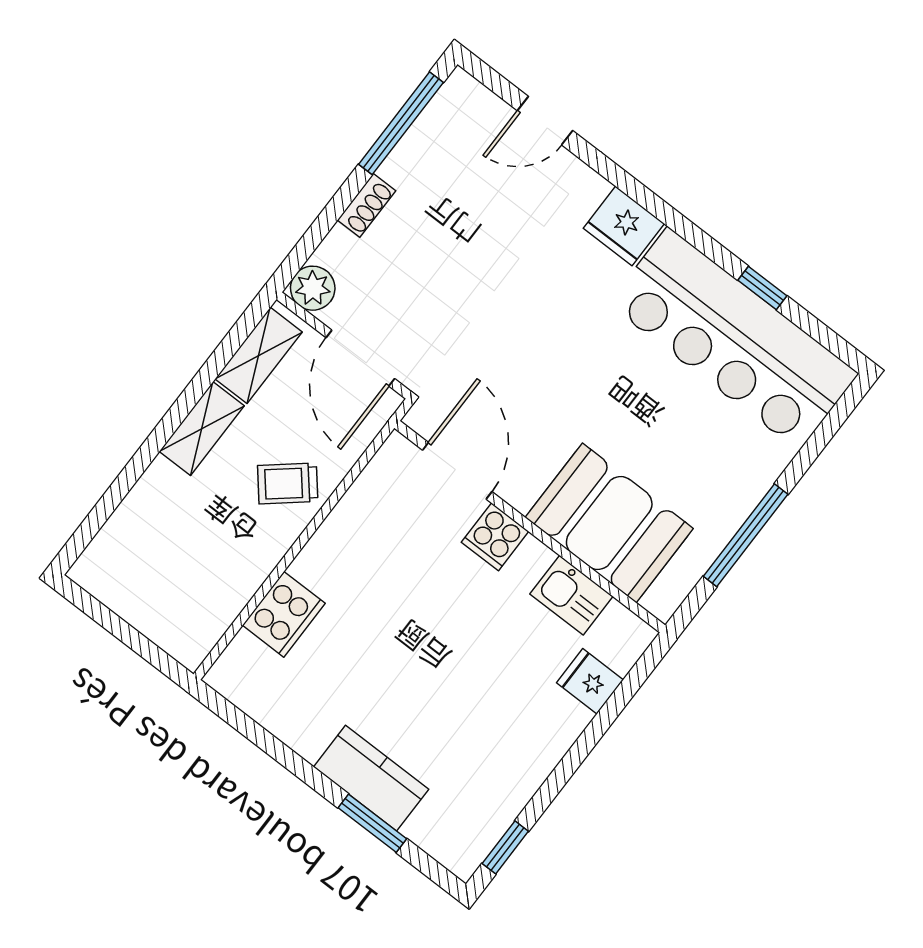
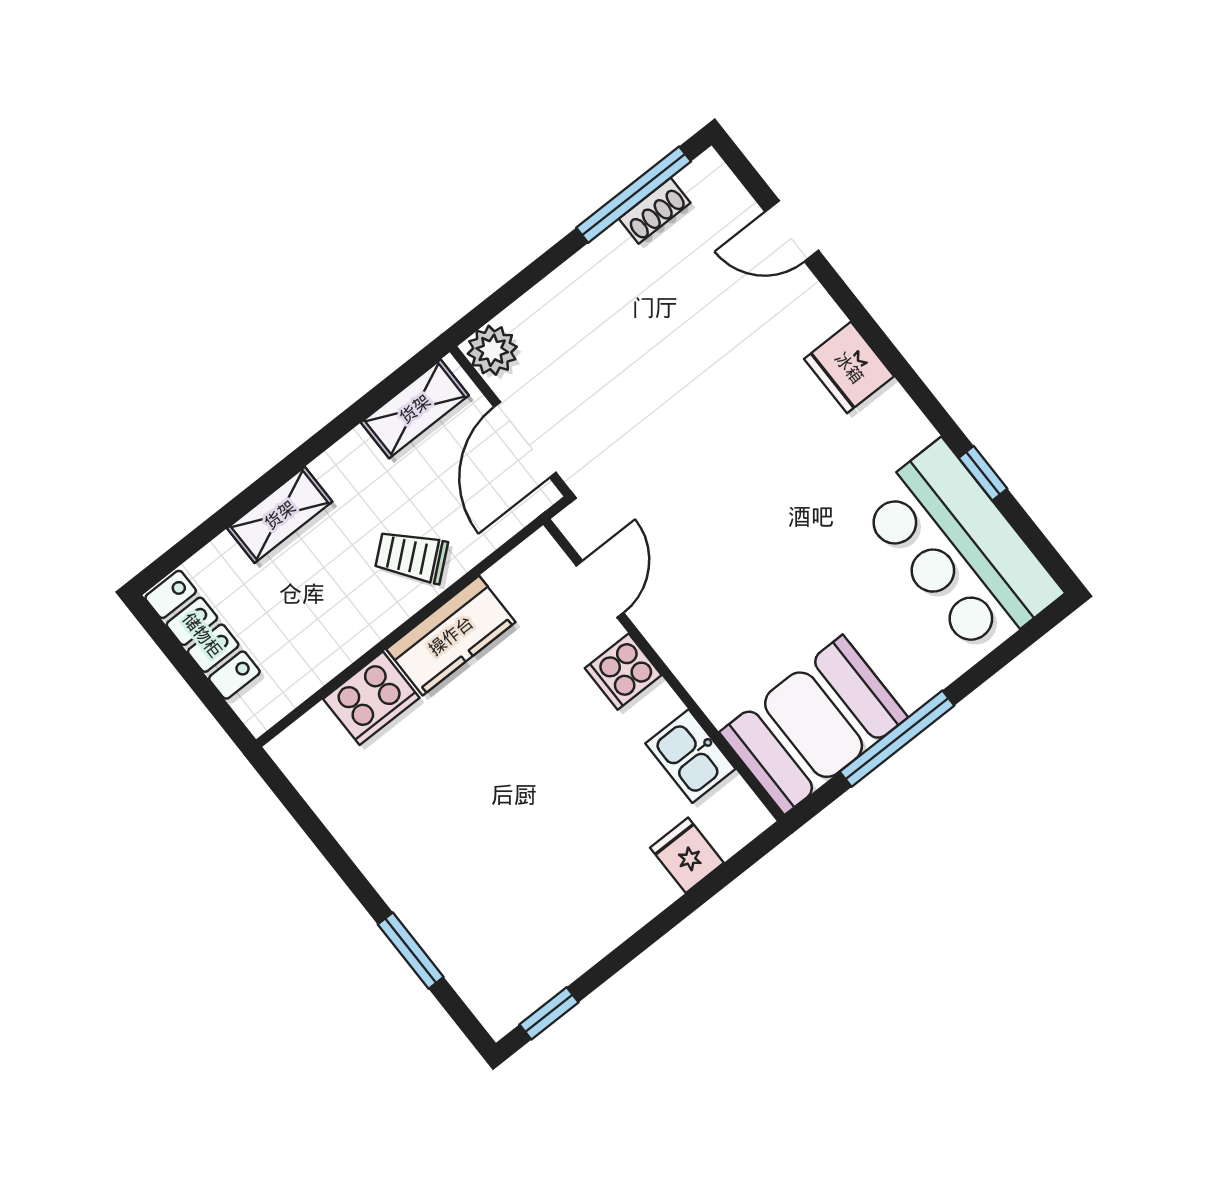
shoe rack: (367, 205) -> (655, 211), moved
bar counter: (733, 339) -> (960, 549), width x0.73
shelving: (202, 429) -> (280, 515), moved
door: (457, 471) -> (600, 589), width x0.73
booth: (609, 523) -> (814, 725), moved, turned 90
locker: (125, 596) -> (202, 635), added
kitchen counter: (371, 778) -> (451, 636), moved, turned 90

